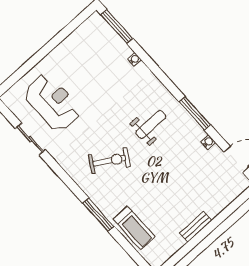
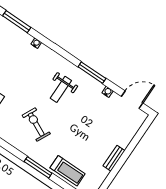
weight bench: (151, 125) -> (61, 89), turned 180
exercise bike: (109, 161) -> (36, 125), turned -95

